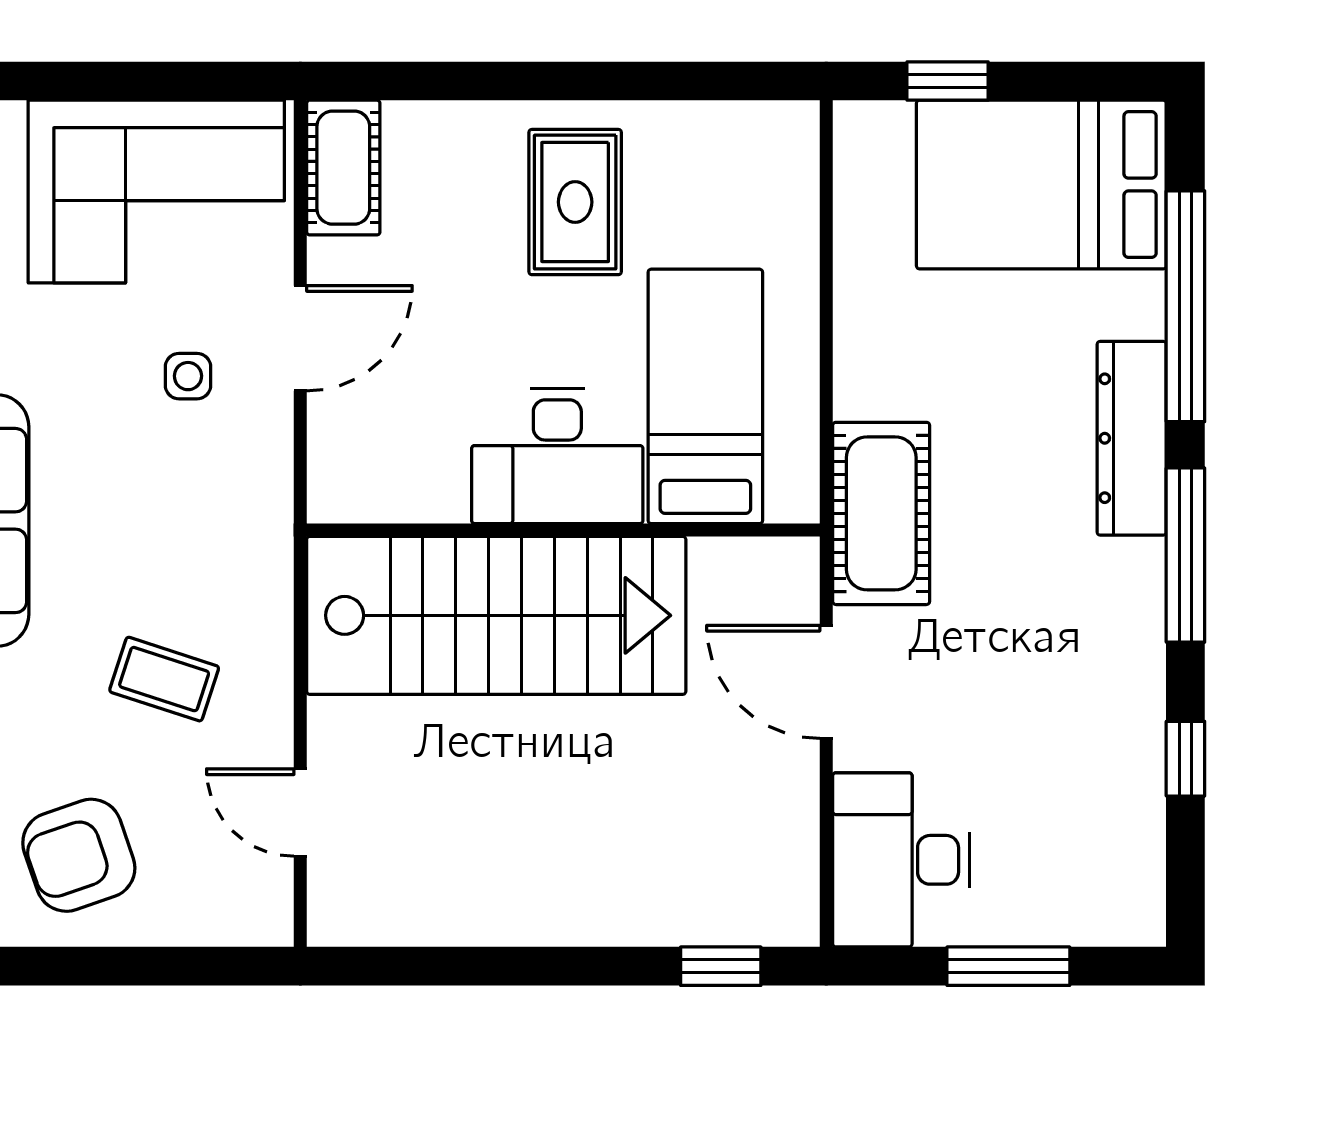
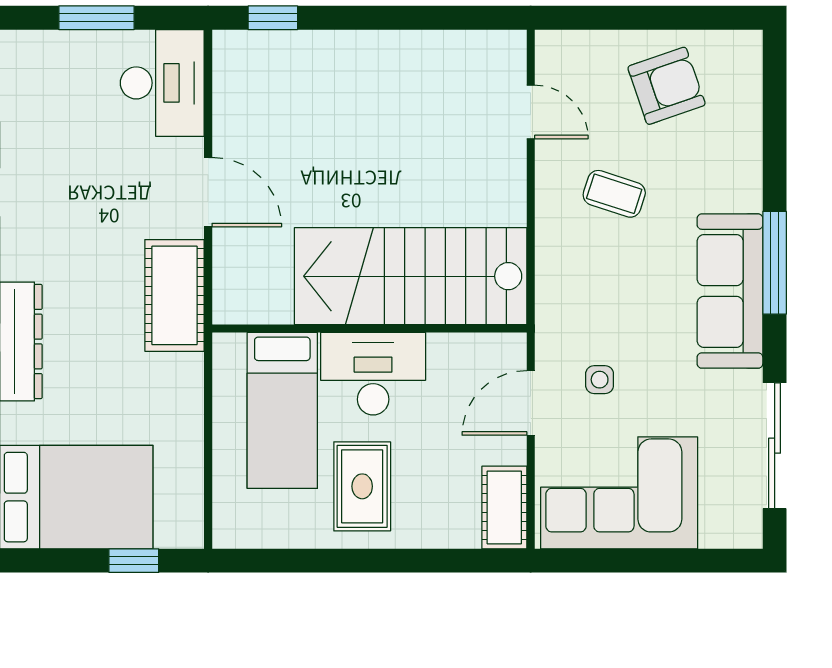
bed: (705, 396) -> (282, 410), moved
desk: (557, 456) -> (373, 374), moved
wall: (563, 530) -> (369, 329), moved
stairs: (496, 615) -> (411, 276), moved

